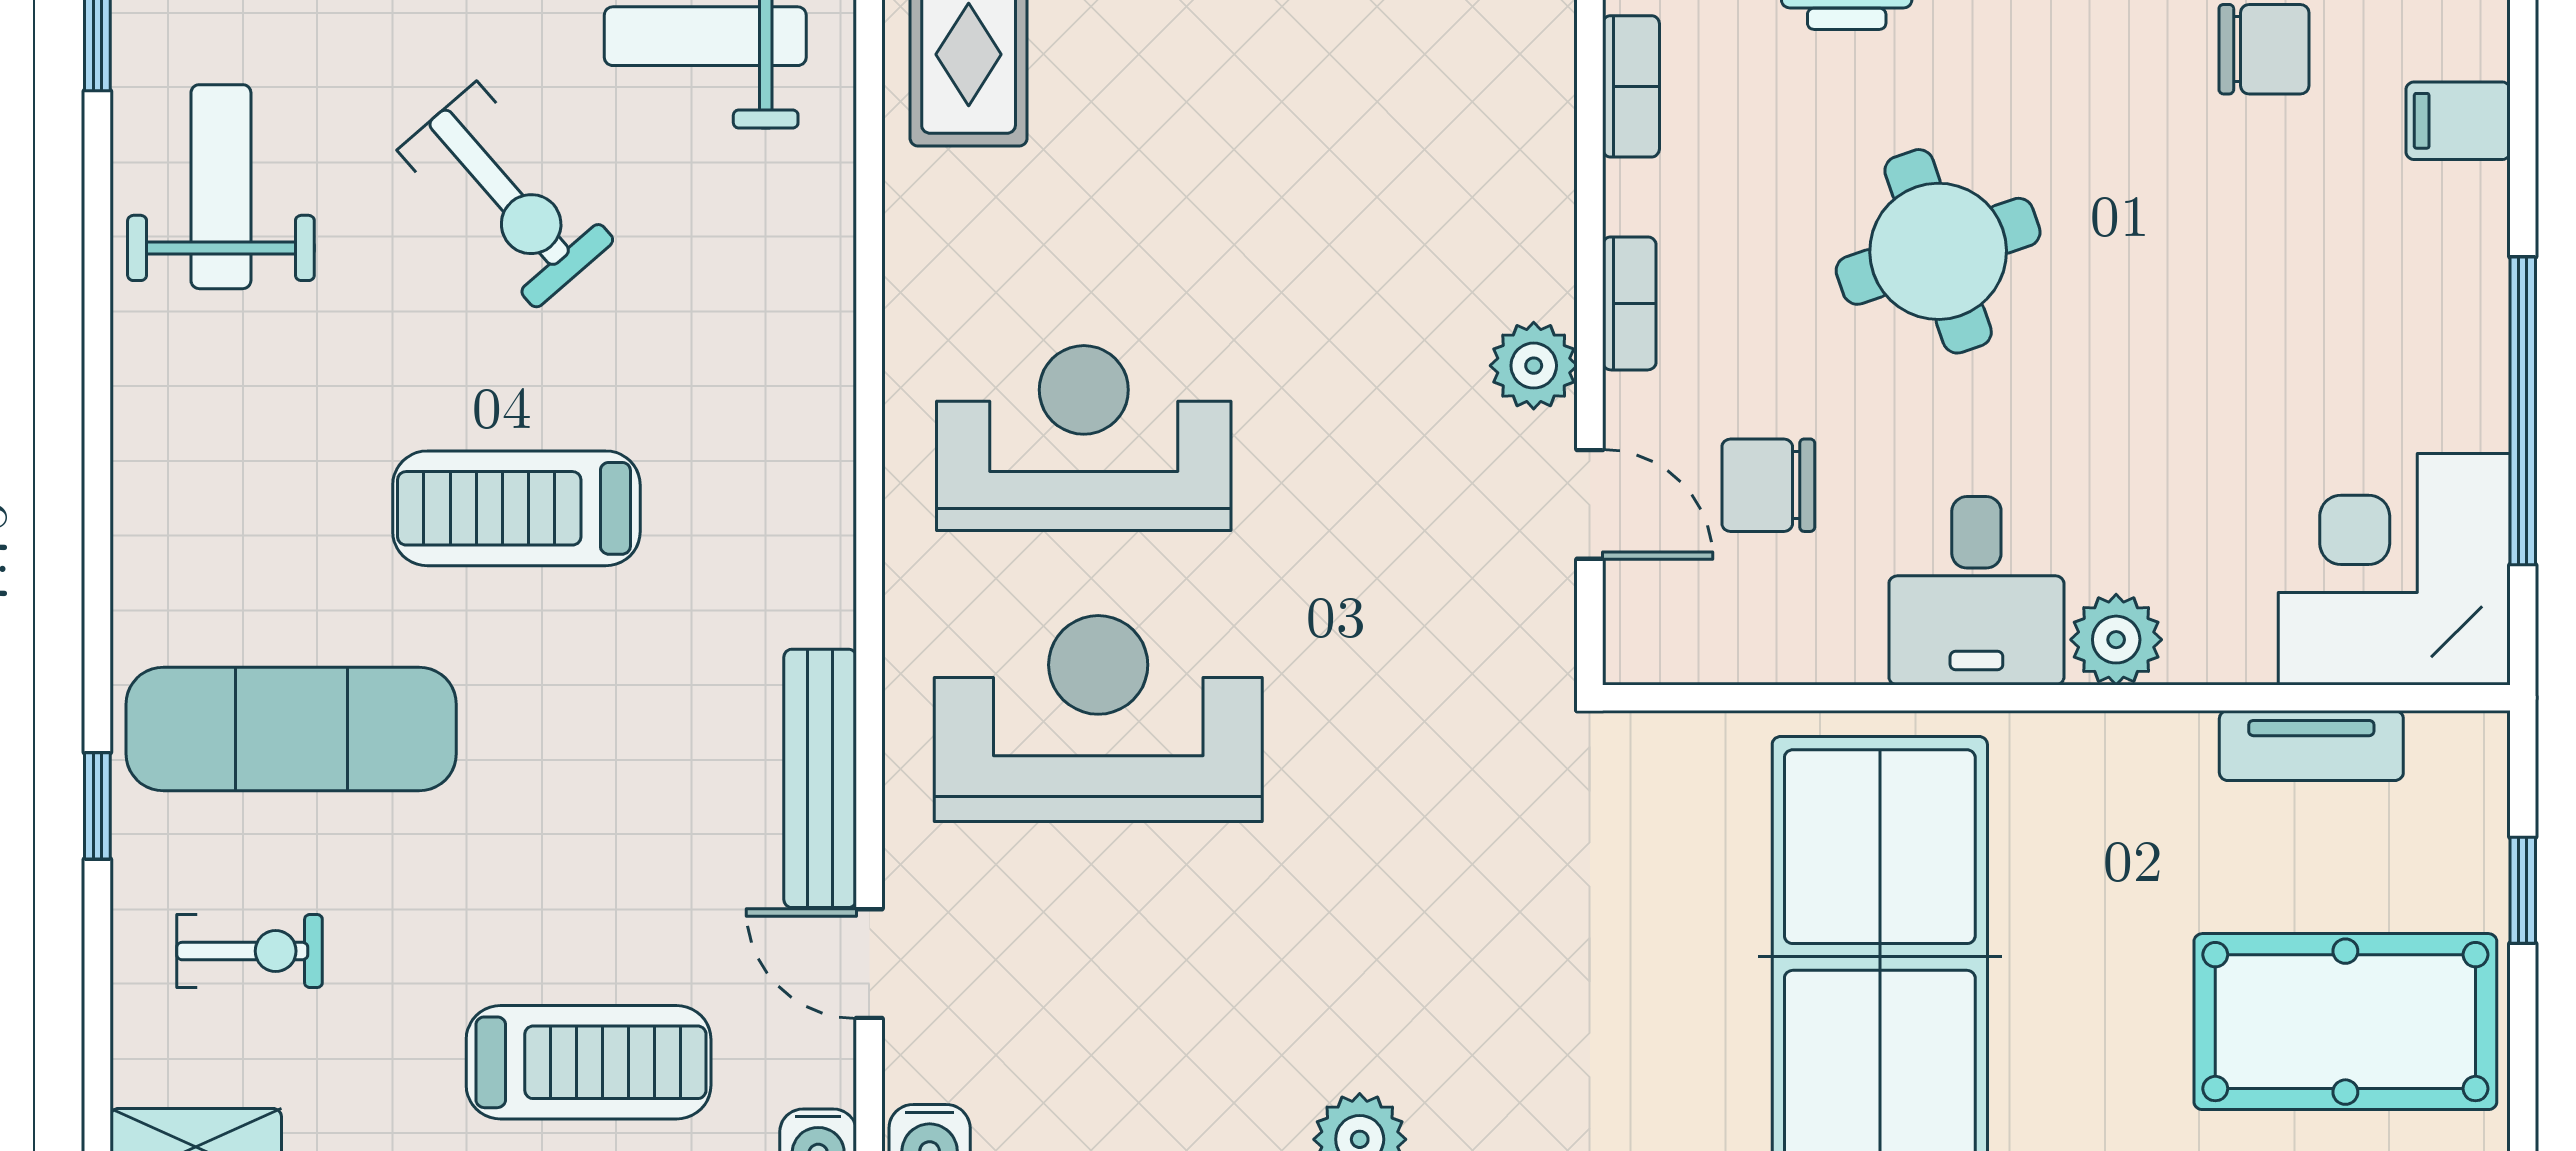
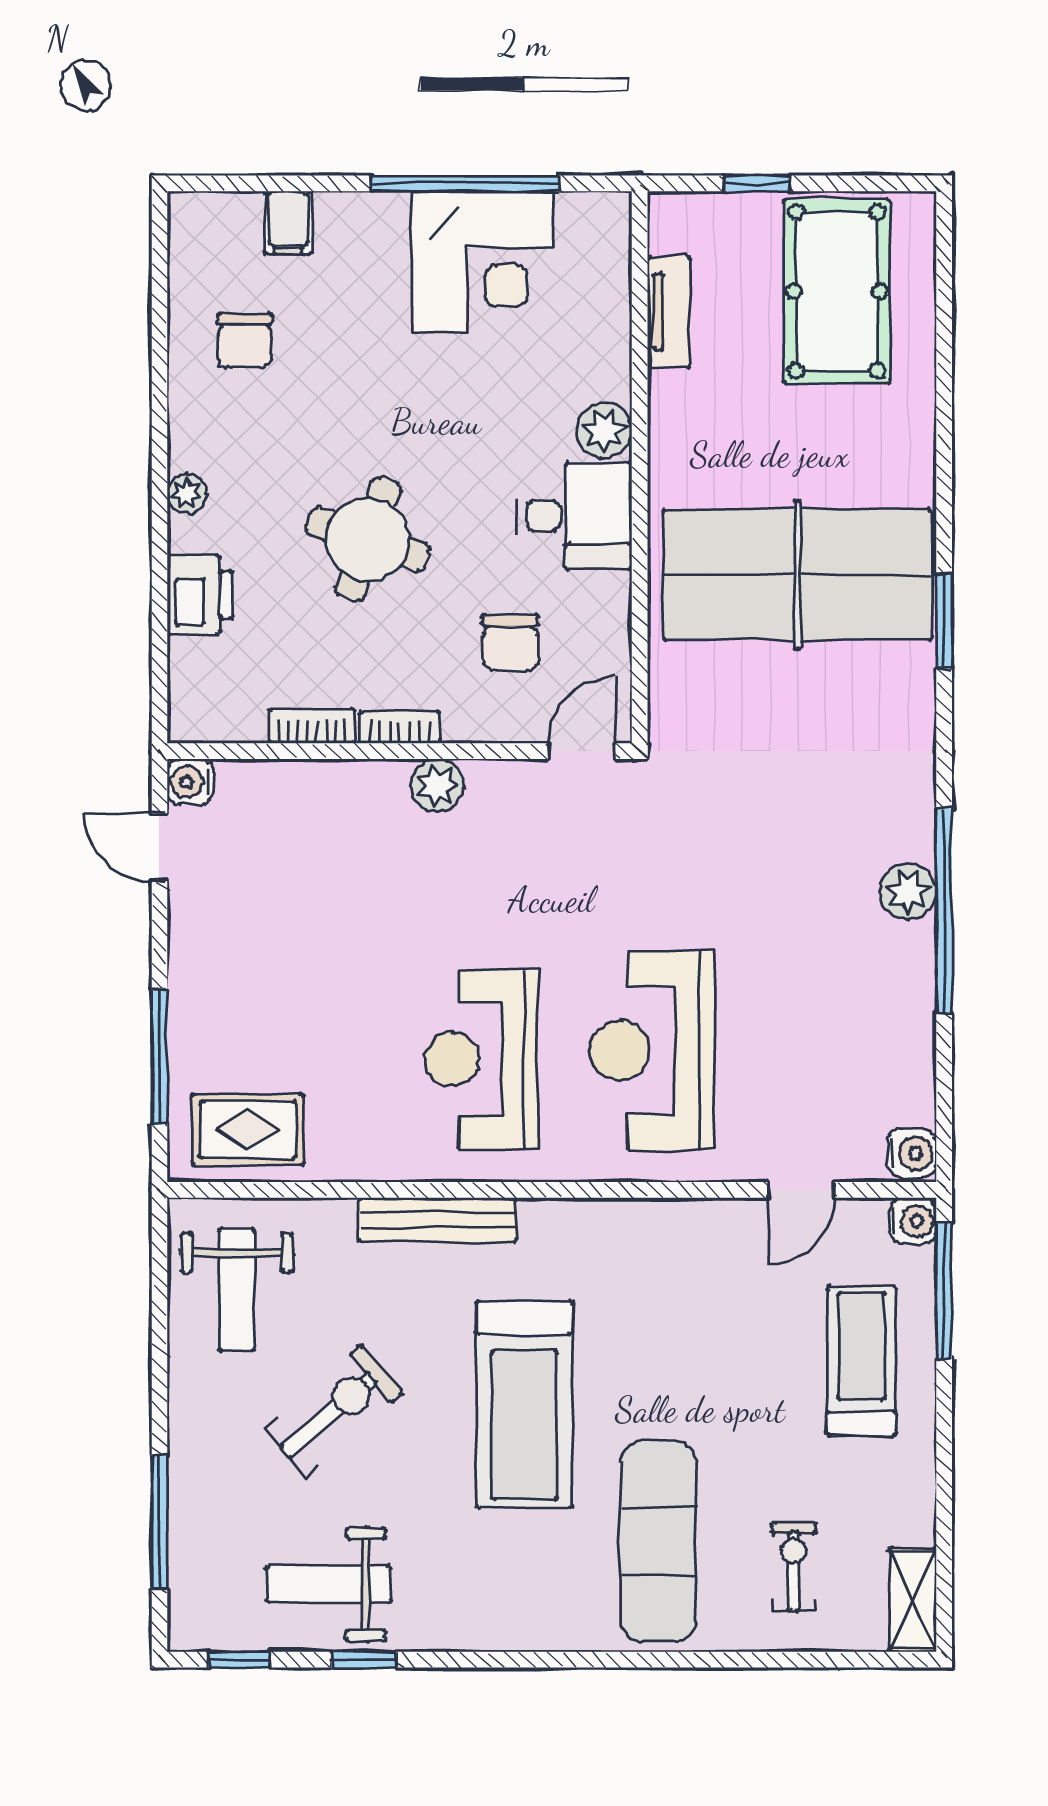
chair: (2264, 49) -> (245, 341), turned 180
bookcase: (1631, 86) -> (312, 726), moved
round table: (1938, 251) -> (368, 539), turned 38
door: (1590, 504) -> (582, 751), moved
treadmill: (516, 508) -> (524, 1405), width x1.37, depth x1.38
corner desk: (2394, 569) -> (482, 262), moved, turned -90
bench: (820, 778) -> (438, 1220), moved
window: (97, 806) -> (364, 1660), moved

